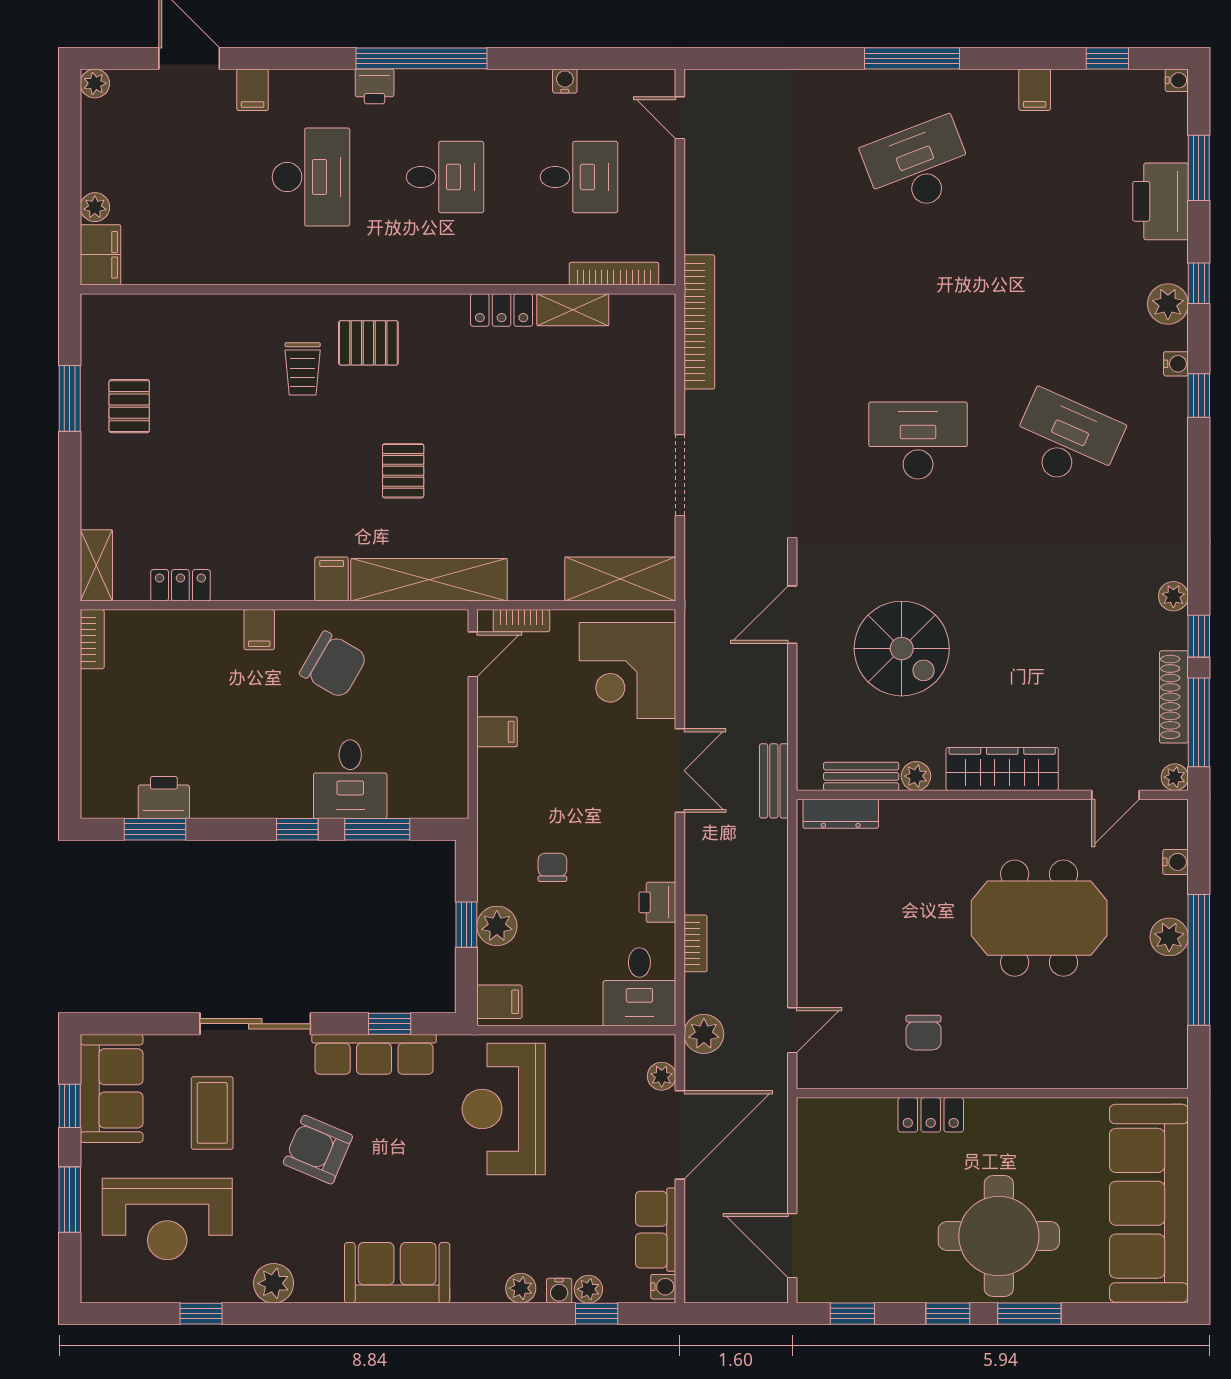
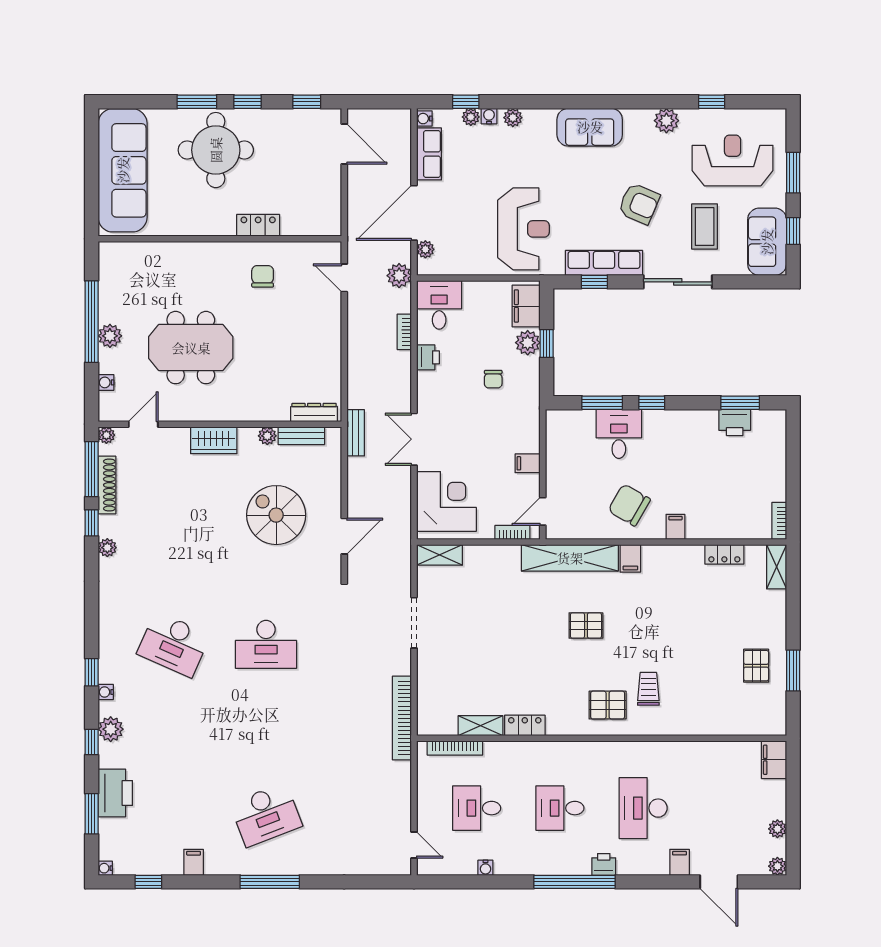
plant: (95, 207) -> (777, 829), moved
pallet: (403, 471) -> (586, 626), turned 90
shelving: (620, 579) -> (440, 555), width x0.67, depth x0.75
wardrobe: (1002, 769) -> (214, 440), width x0.67
filing cabinet: (499, 1002) -> (526, 306), width x2.00
door: (792, 1030) -> (344, 278), hinge flipped

